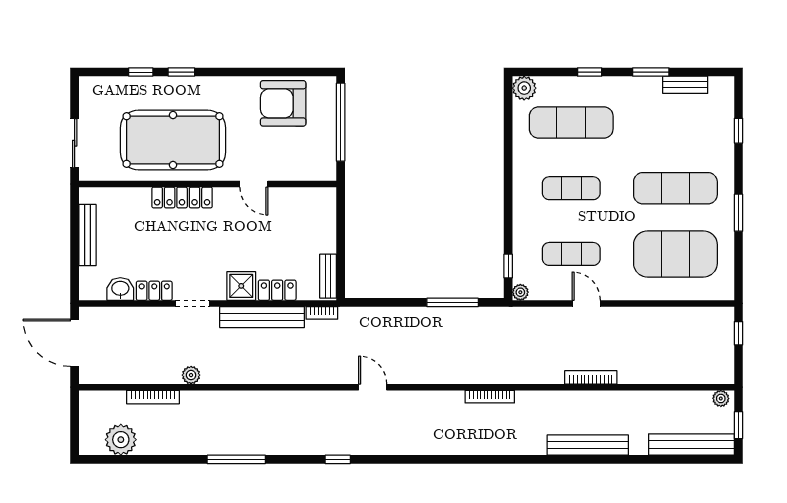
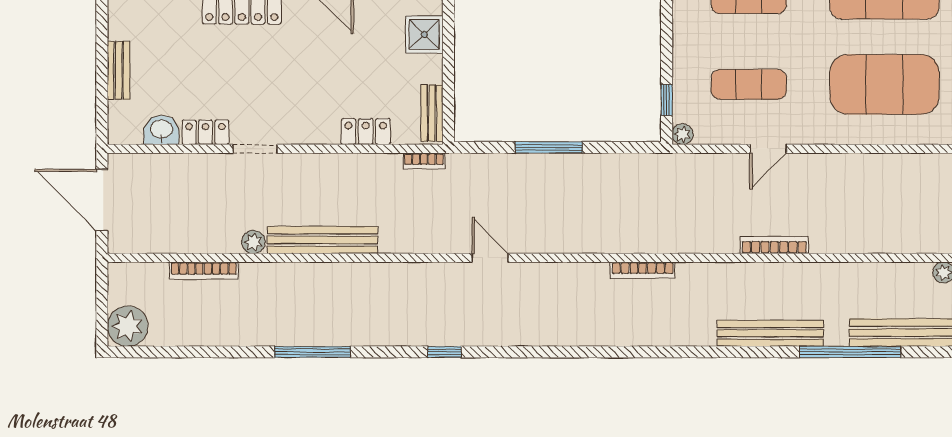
bench: (87, 235) -> (119, 70), width x0.73
shower: (241, 286) -> (424, 34), moved
window: (453, 302) -> (549, 147), moved
door: (586, 303) -> (768, 149), swing flipped
bench: (262, 317) -> (322, 240), moved
plant: (121, 440) -> (128, 326), moved
window: (649, 459) -> (850, 352), added

